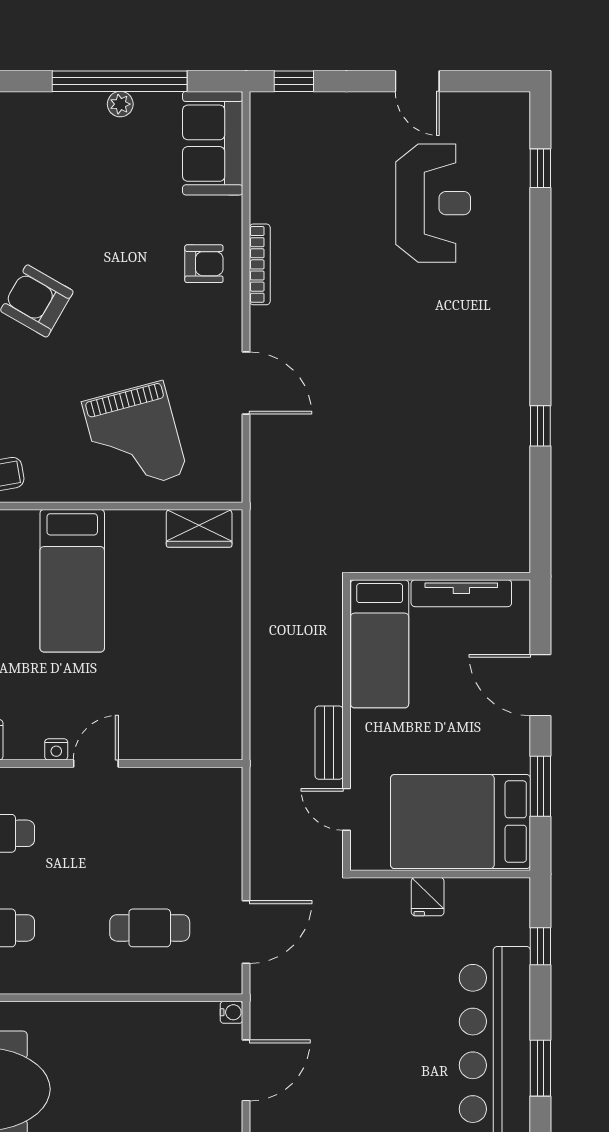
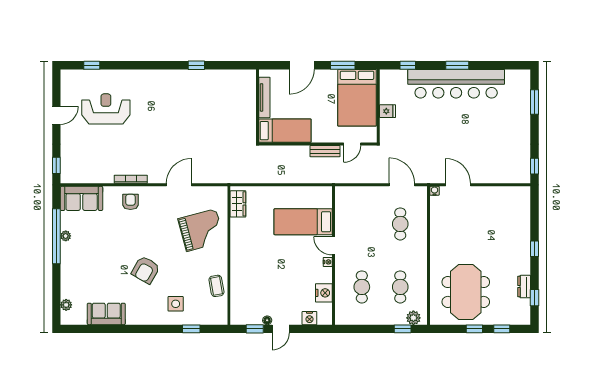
bed: (72, 581) -> (303, 222), moved, turned 180

